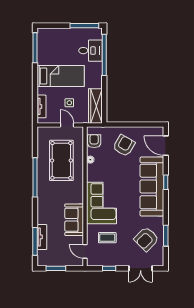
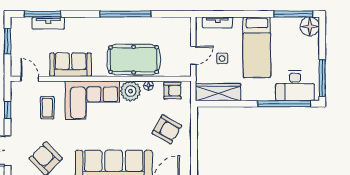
floor lamp: (45, 35) -> (310, 26), added
desk: (90, 51) -> (295, 86), width x1.37
pool table: (61, 160) -> (134, 60), moved
plant: (94, 173) -> (131, 91), added
door: (85, 251) -> (30, 79), hinge flipped

